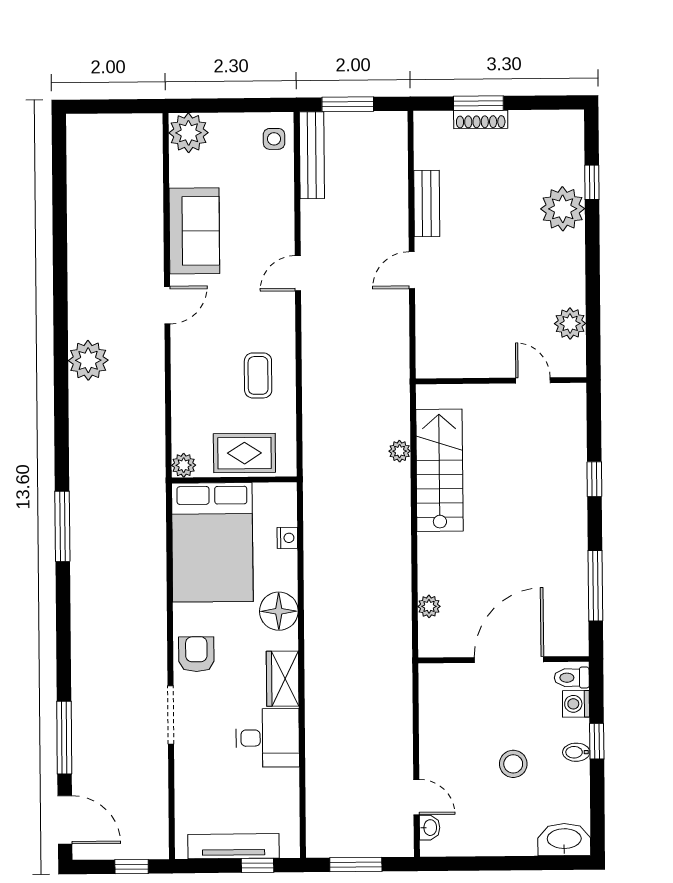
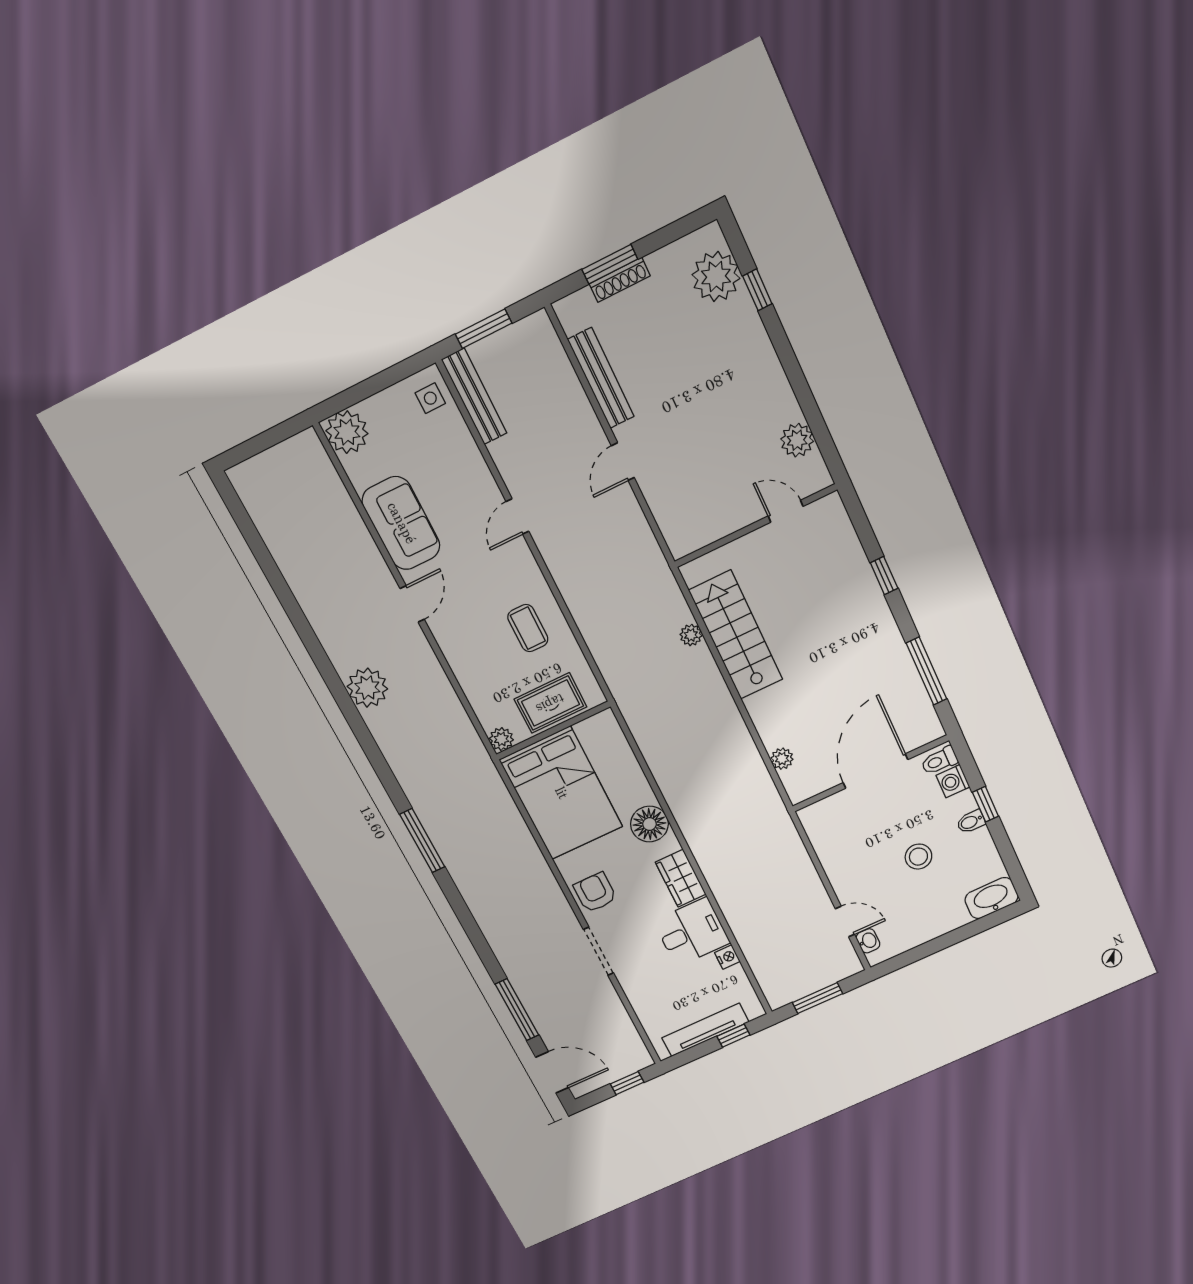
bench: (427, 203) -> (601, 378), width x1.36
plant: (563, 209) -> (716, 277), moved
nightstand: (287, 538) -> (727, 957), moved

